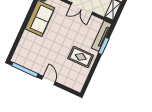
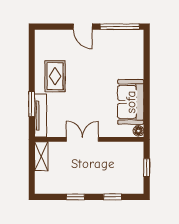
rug: (81, 57) -> (55, 76), turned 90

